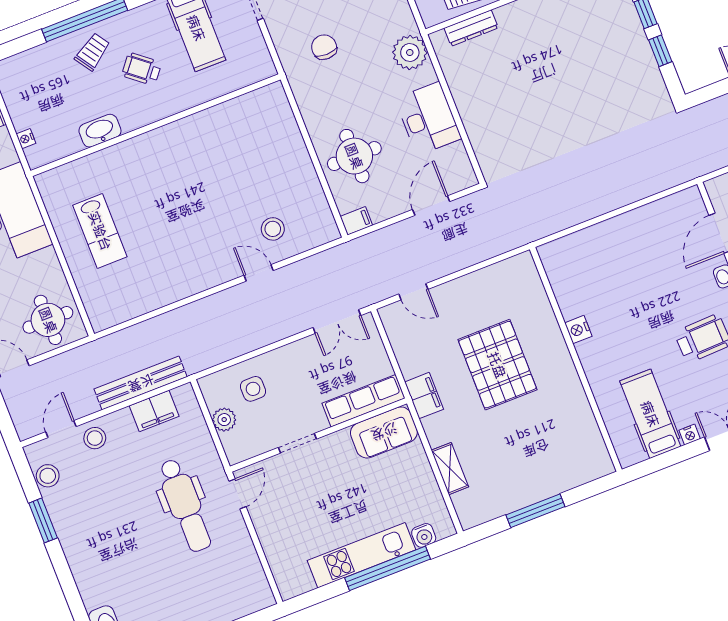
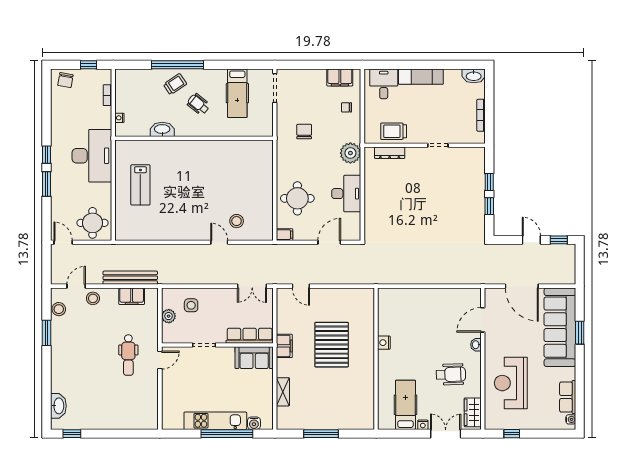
dental chair: (185, 505) -> (128, 355), width x0.73, depth x0.72

